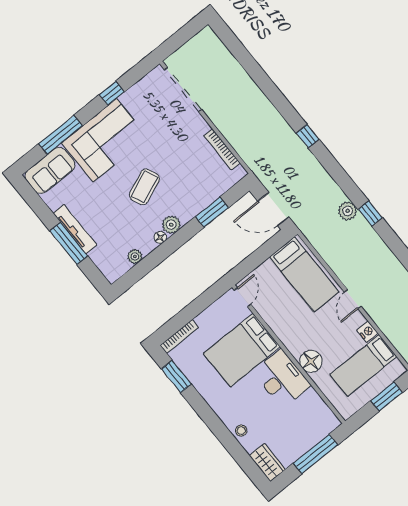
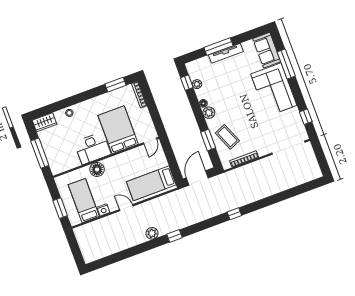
window: (112, 93) -> (306, 117), moved
coffee table: (144, 187) -> (227, 137), moved
plant: (348, 211) -> (152, 233), moved
window: (138, 272) -> (187, 83), added
door: (242, 297) -> (150, 141), hinge flipped

